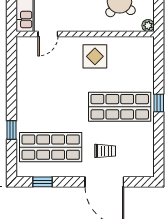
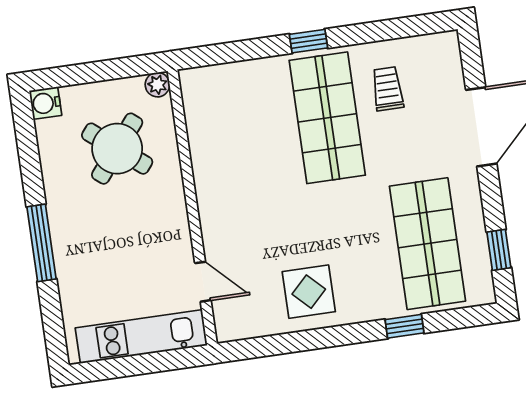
display table: (95, 56) -> (309, 292), moved
trolley: (105, 151) -> (388, 89), moved

